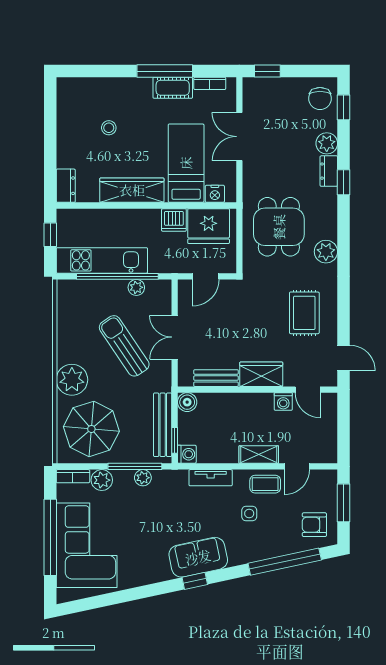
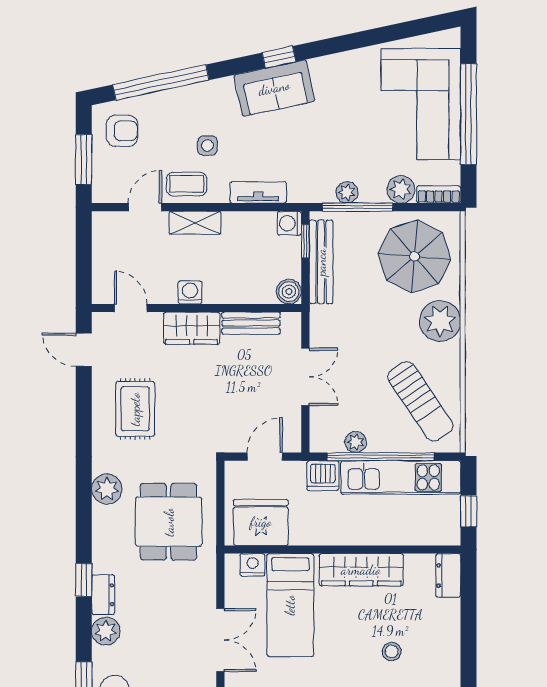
dishwasher: (174, 220) -> (323, 476), moved, turned 180
sun lounger: (124, 346) -> (420, 401), moved
washing machine: (283, 402) -> (190, 292), moved

